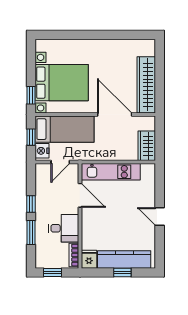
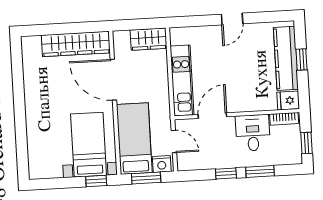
bed with nightstands: (62, 83) -> (89, 145), width x0.73
door: (115, 115) -> (113, 80), hinge flipped
window: (31, 137) -> (146, 178), width x1.50

